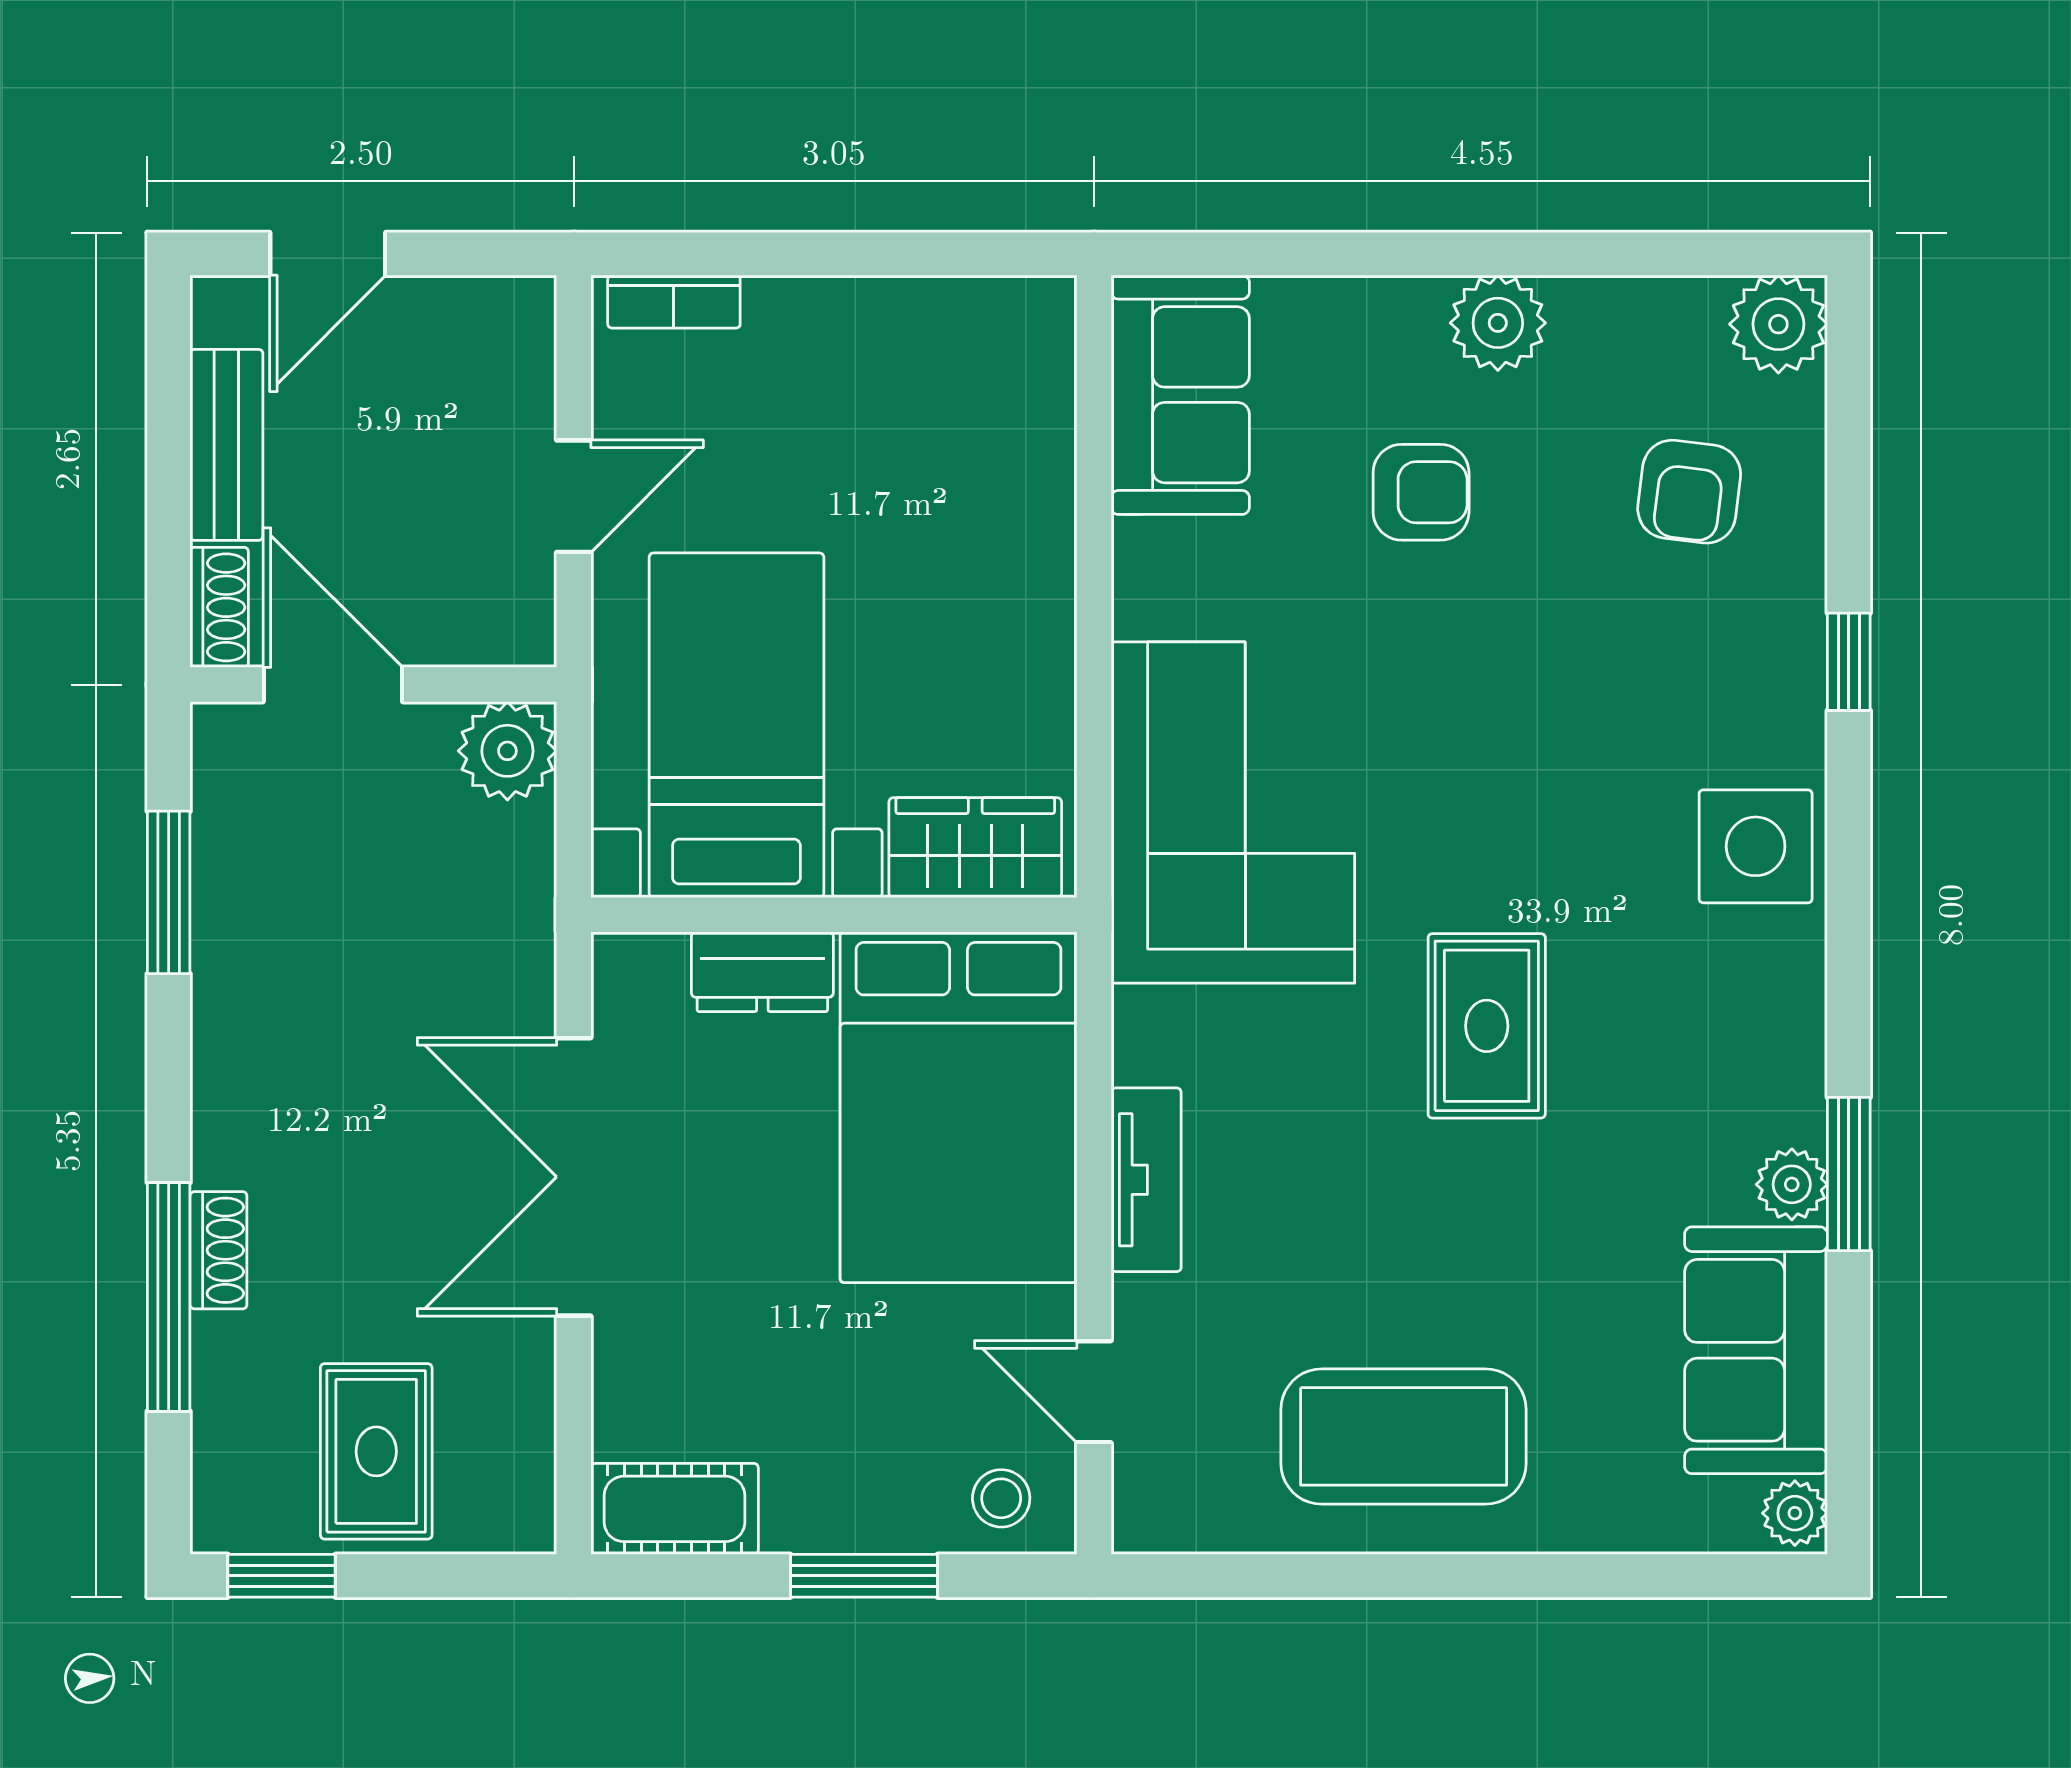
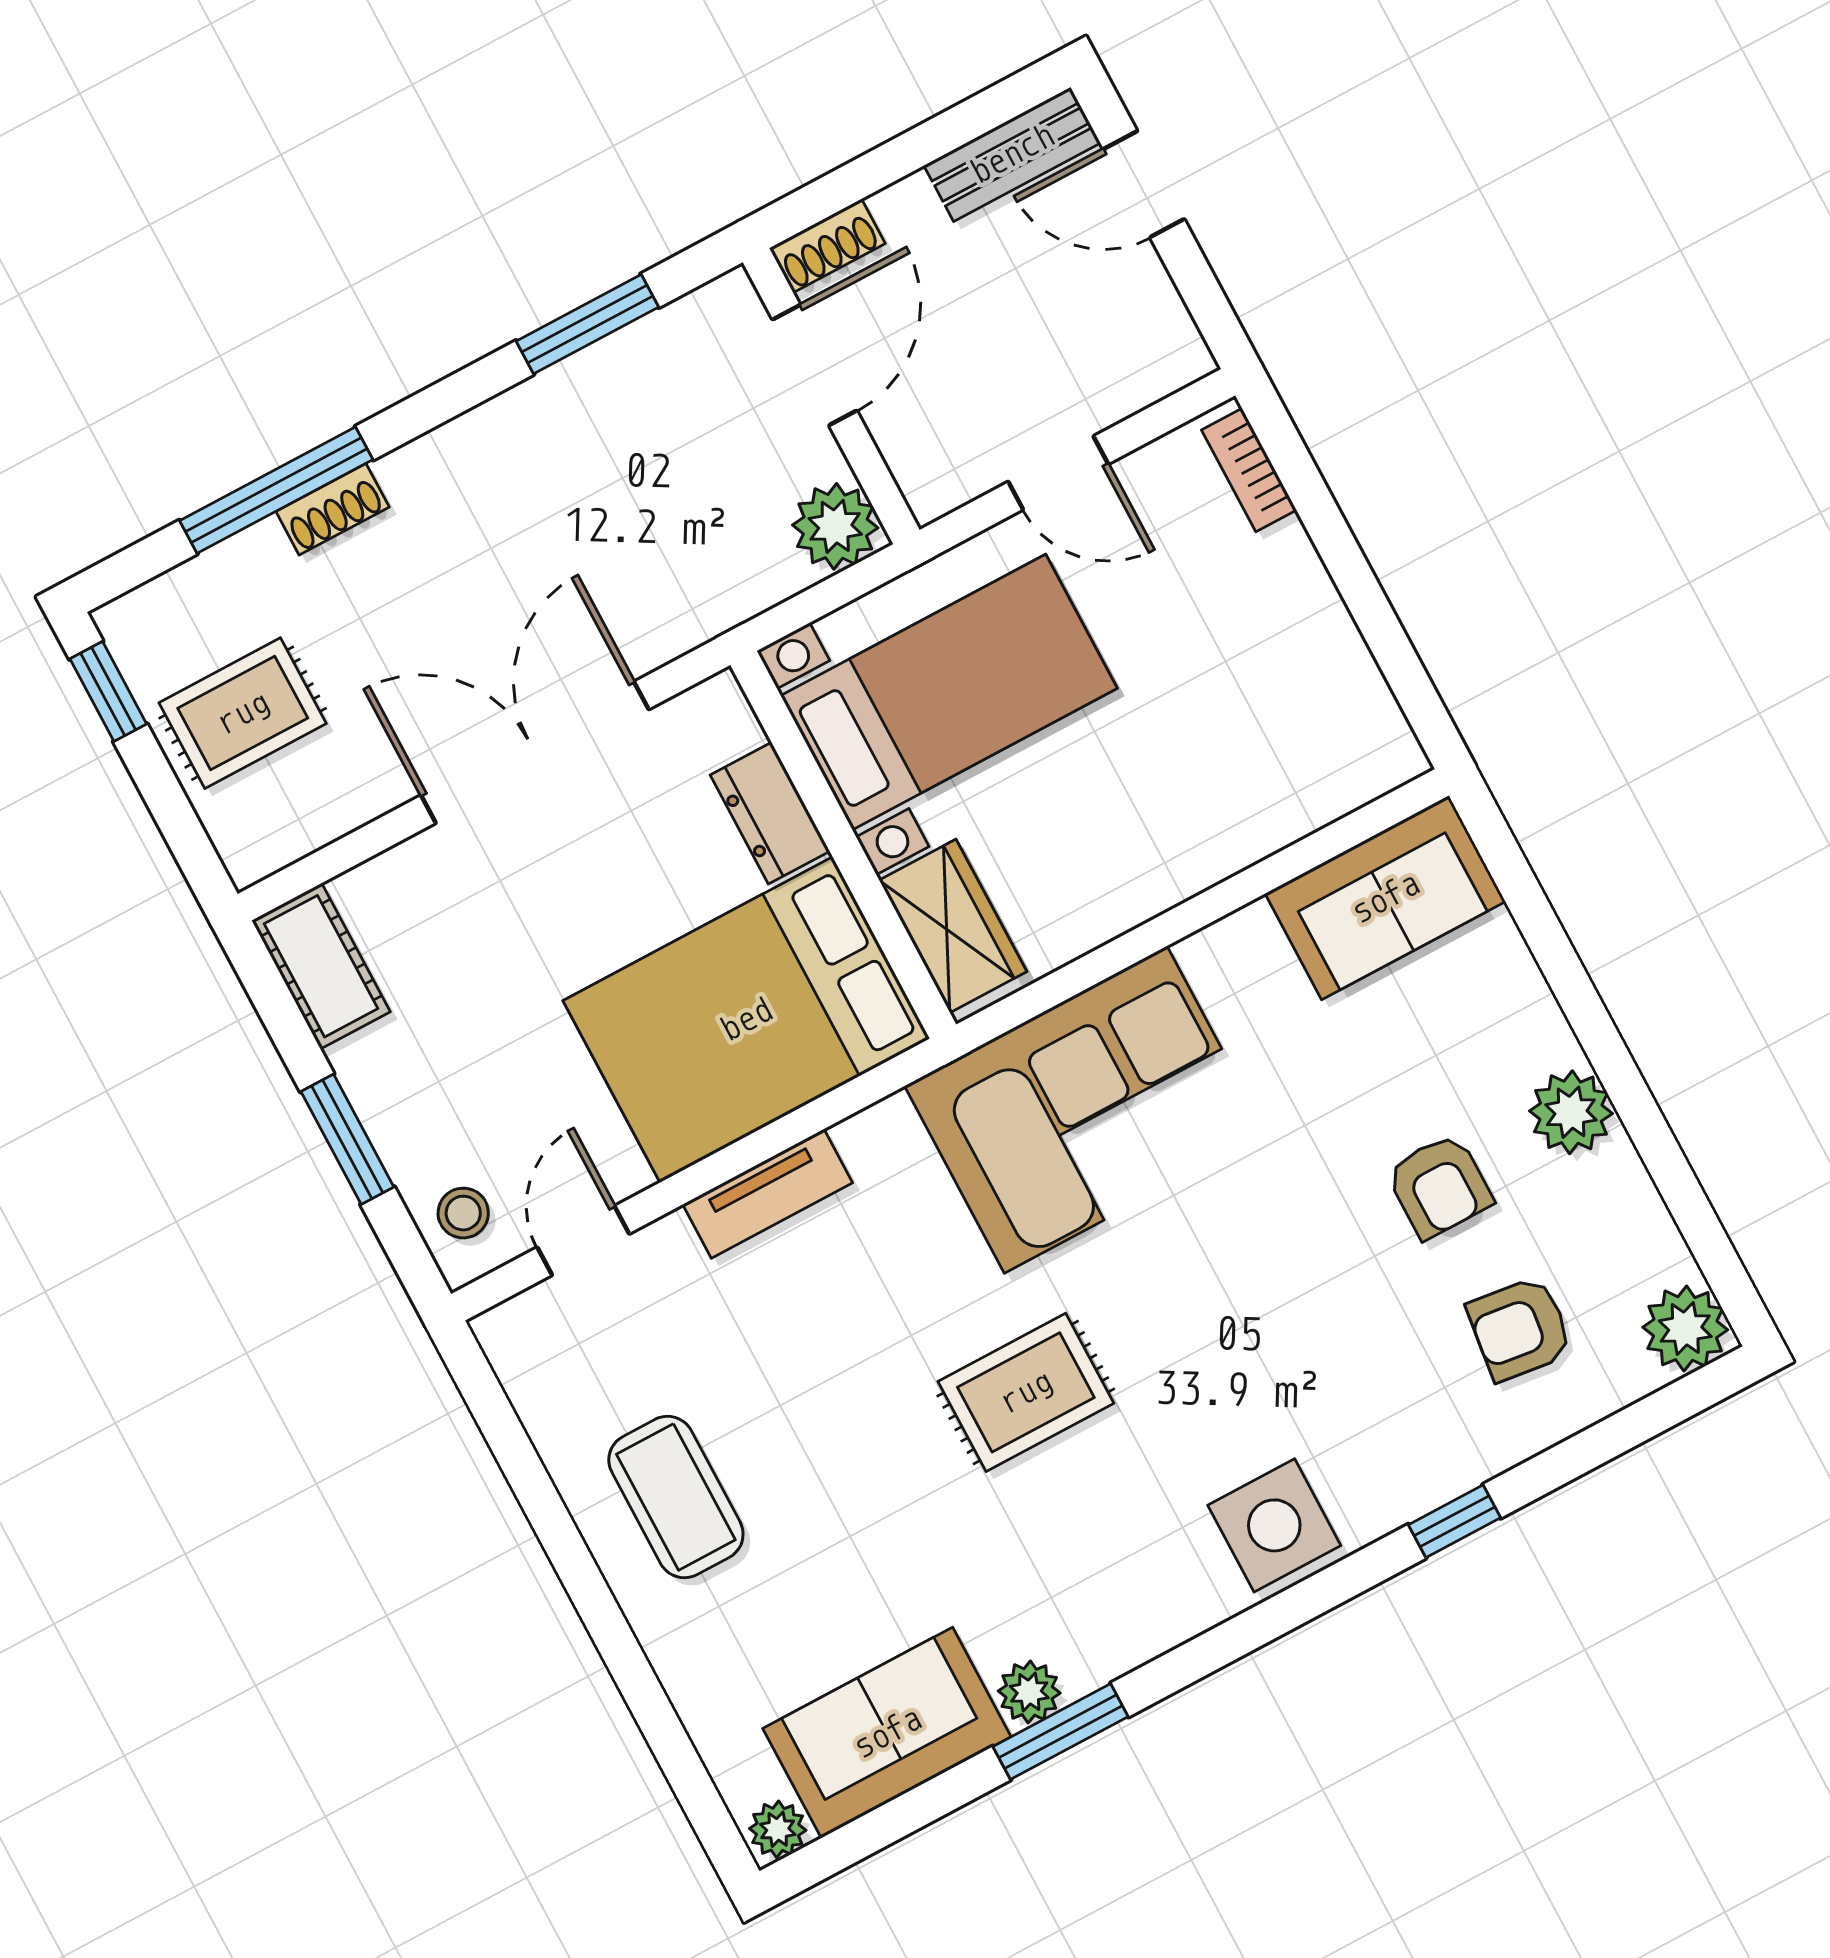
bench: (226, 445) -> (1012, 154), moved
armchair: (1421, 492) -> (1439, 1186), moved
coffee table: (1404, 1436) -> (676, 1497), width x0.73, depth x0.76

